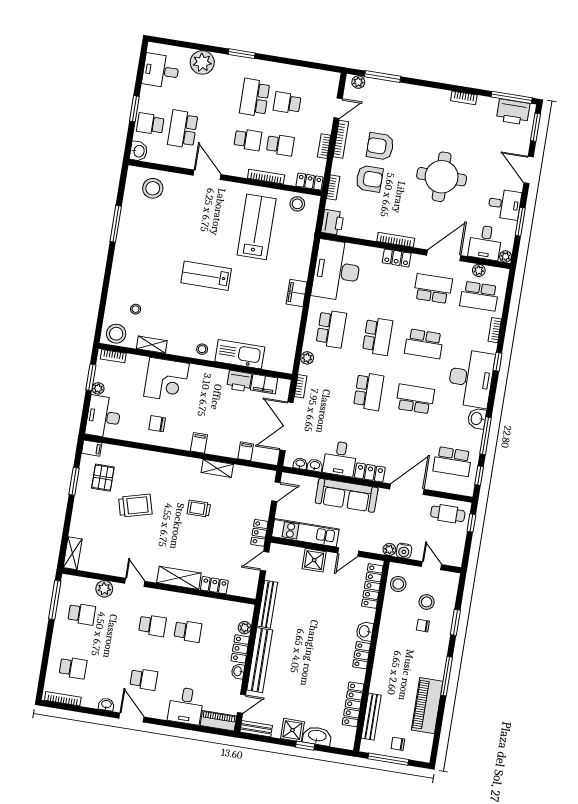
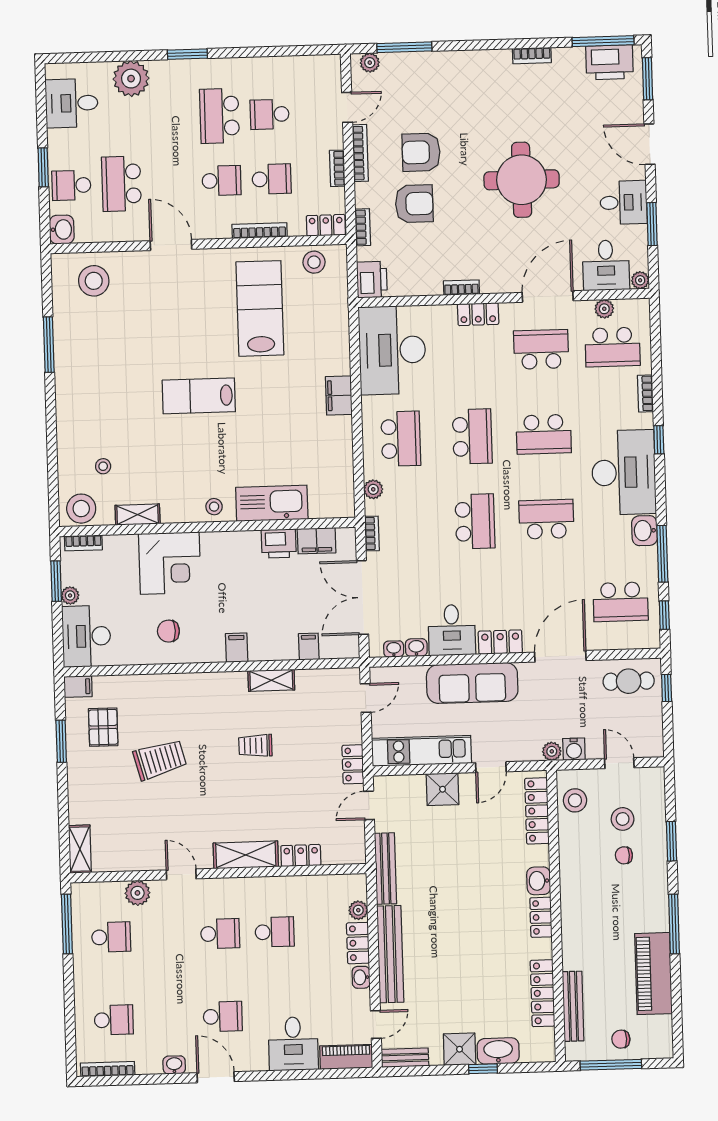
bookcase: (396, 240) -> (461, 288), width x0.64

